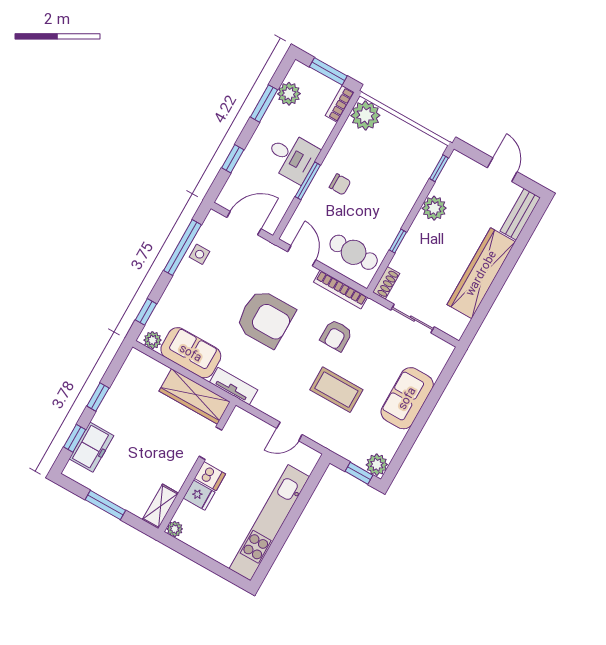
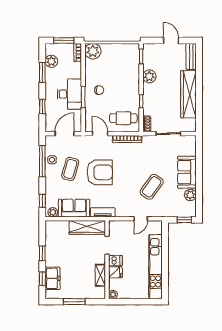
desk: (292, 157) -> (69, 94), width x1.37
coffee table: (221, 286) -> (70, 169), added
armchair: (336, 335) -> (137, 162), removed
coffee table: (336, 390) -> (152, 187), turned -54
plant: (377, 465) -> (190, 195), moved
shelving: (160, 506) -> (100, 275), moved

